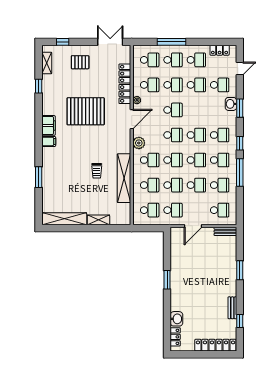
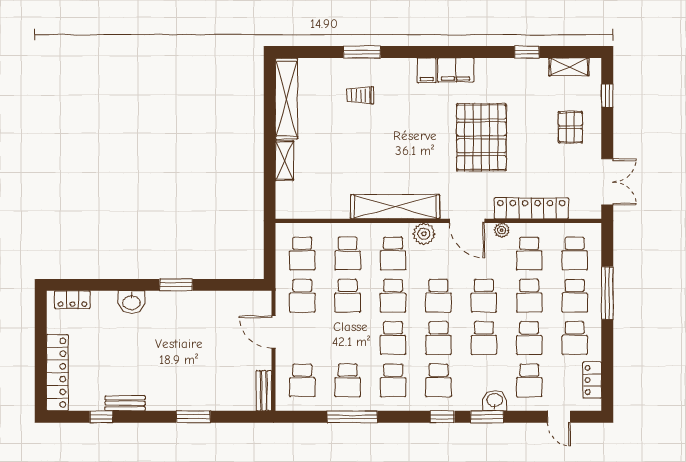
window: (240, 143) -> (442, 417), moved
trolley: (97, 171) -> (360, 95), moved
window: (240, 172) -> (352, 417), moved
shelving: (124, 178) -> (395, 207), moved
school desk: (196, 185) -> (484, 338), moved
washbasin: (176, 319) -> (131, 302), moved

